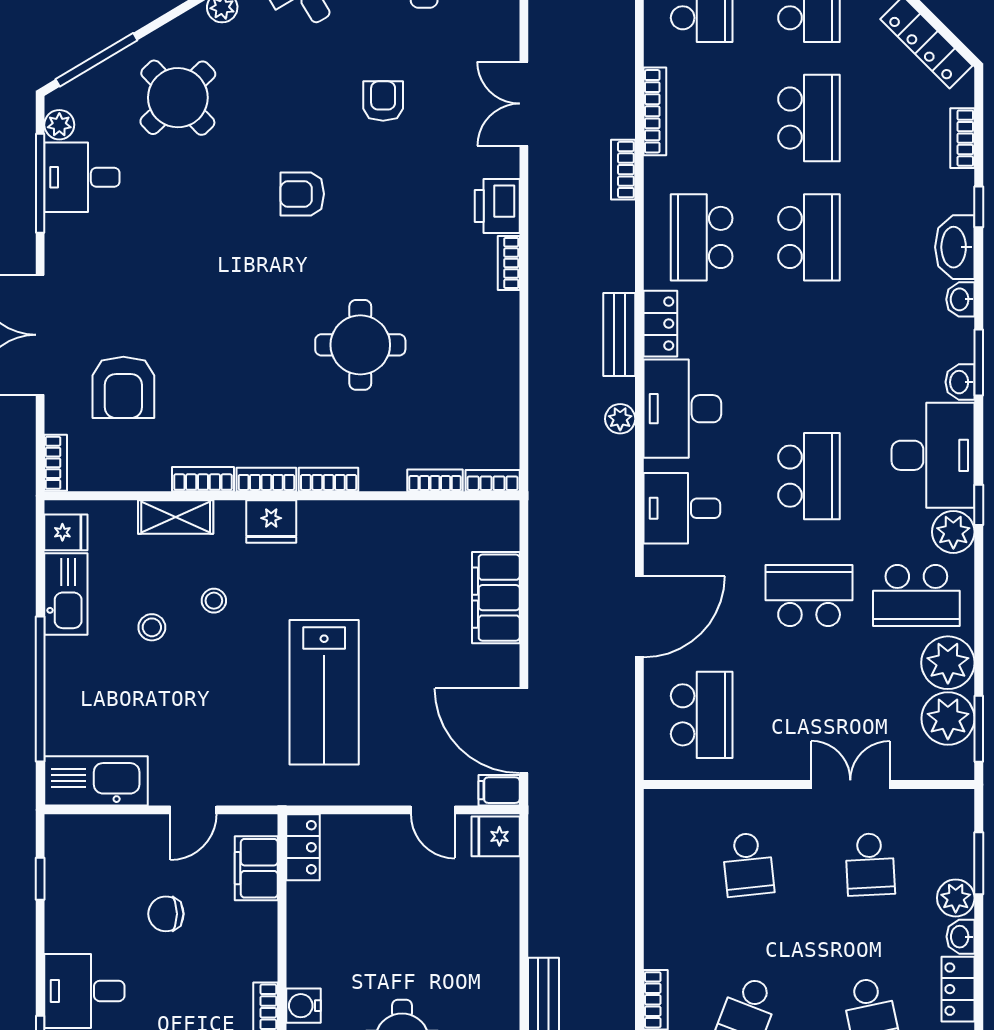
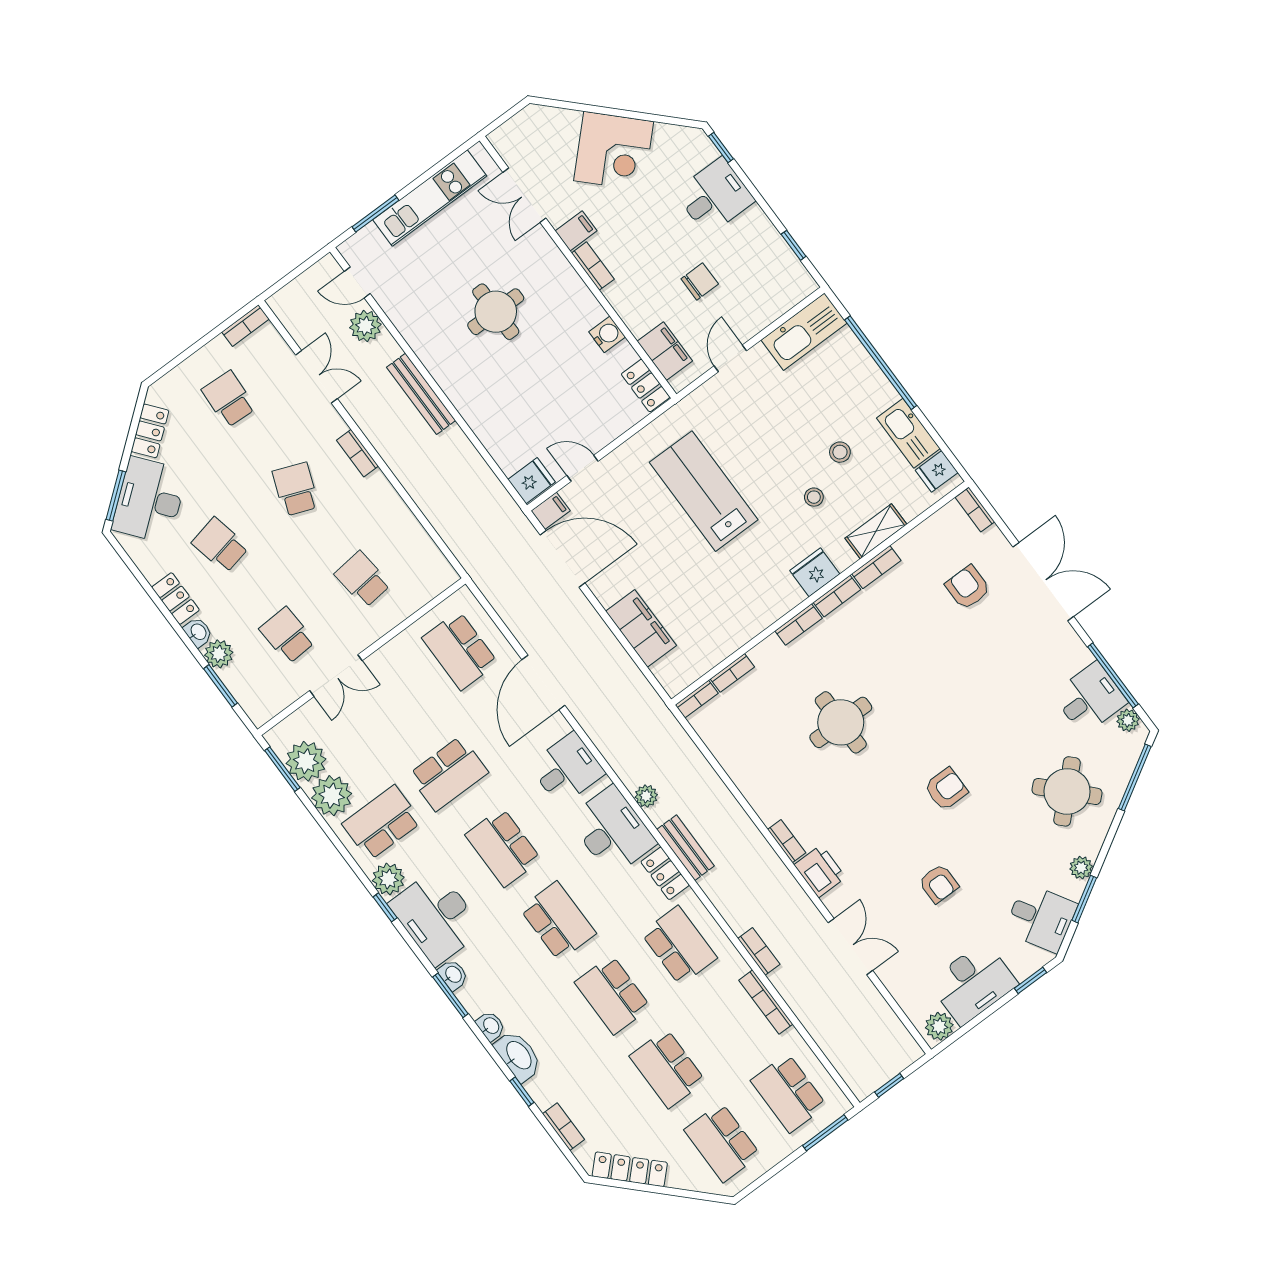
school desk: (809, 357) -> (558, 921), added
armchair: (123, 387) -> (968, 587), width x0.72, depth x0.72
water cooler: (303, 1006) -> (607, 334), moved

